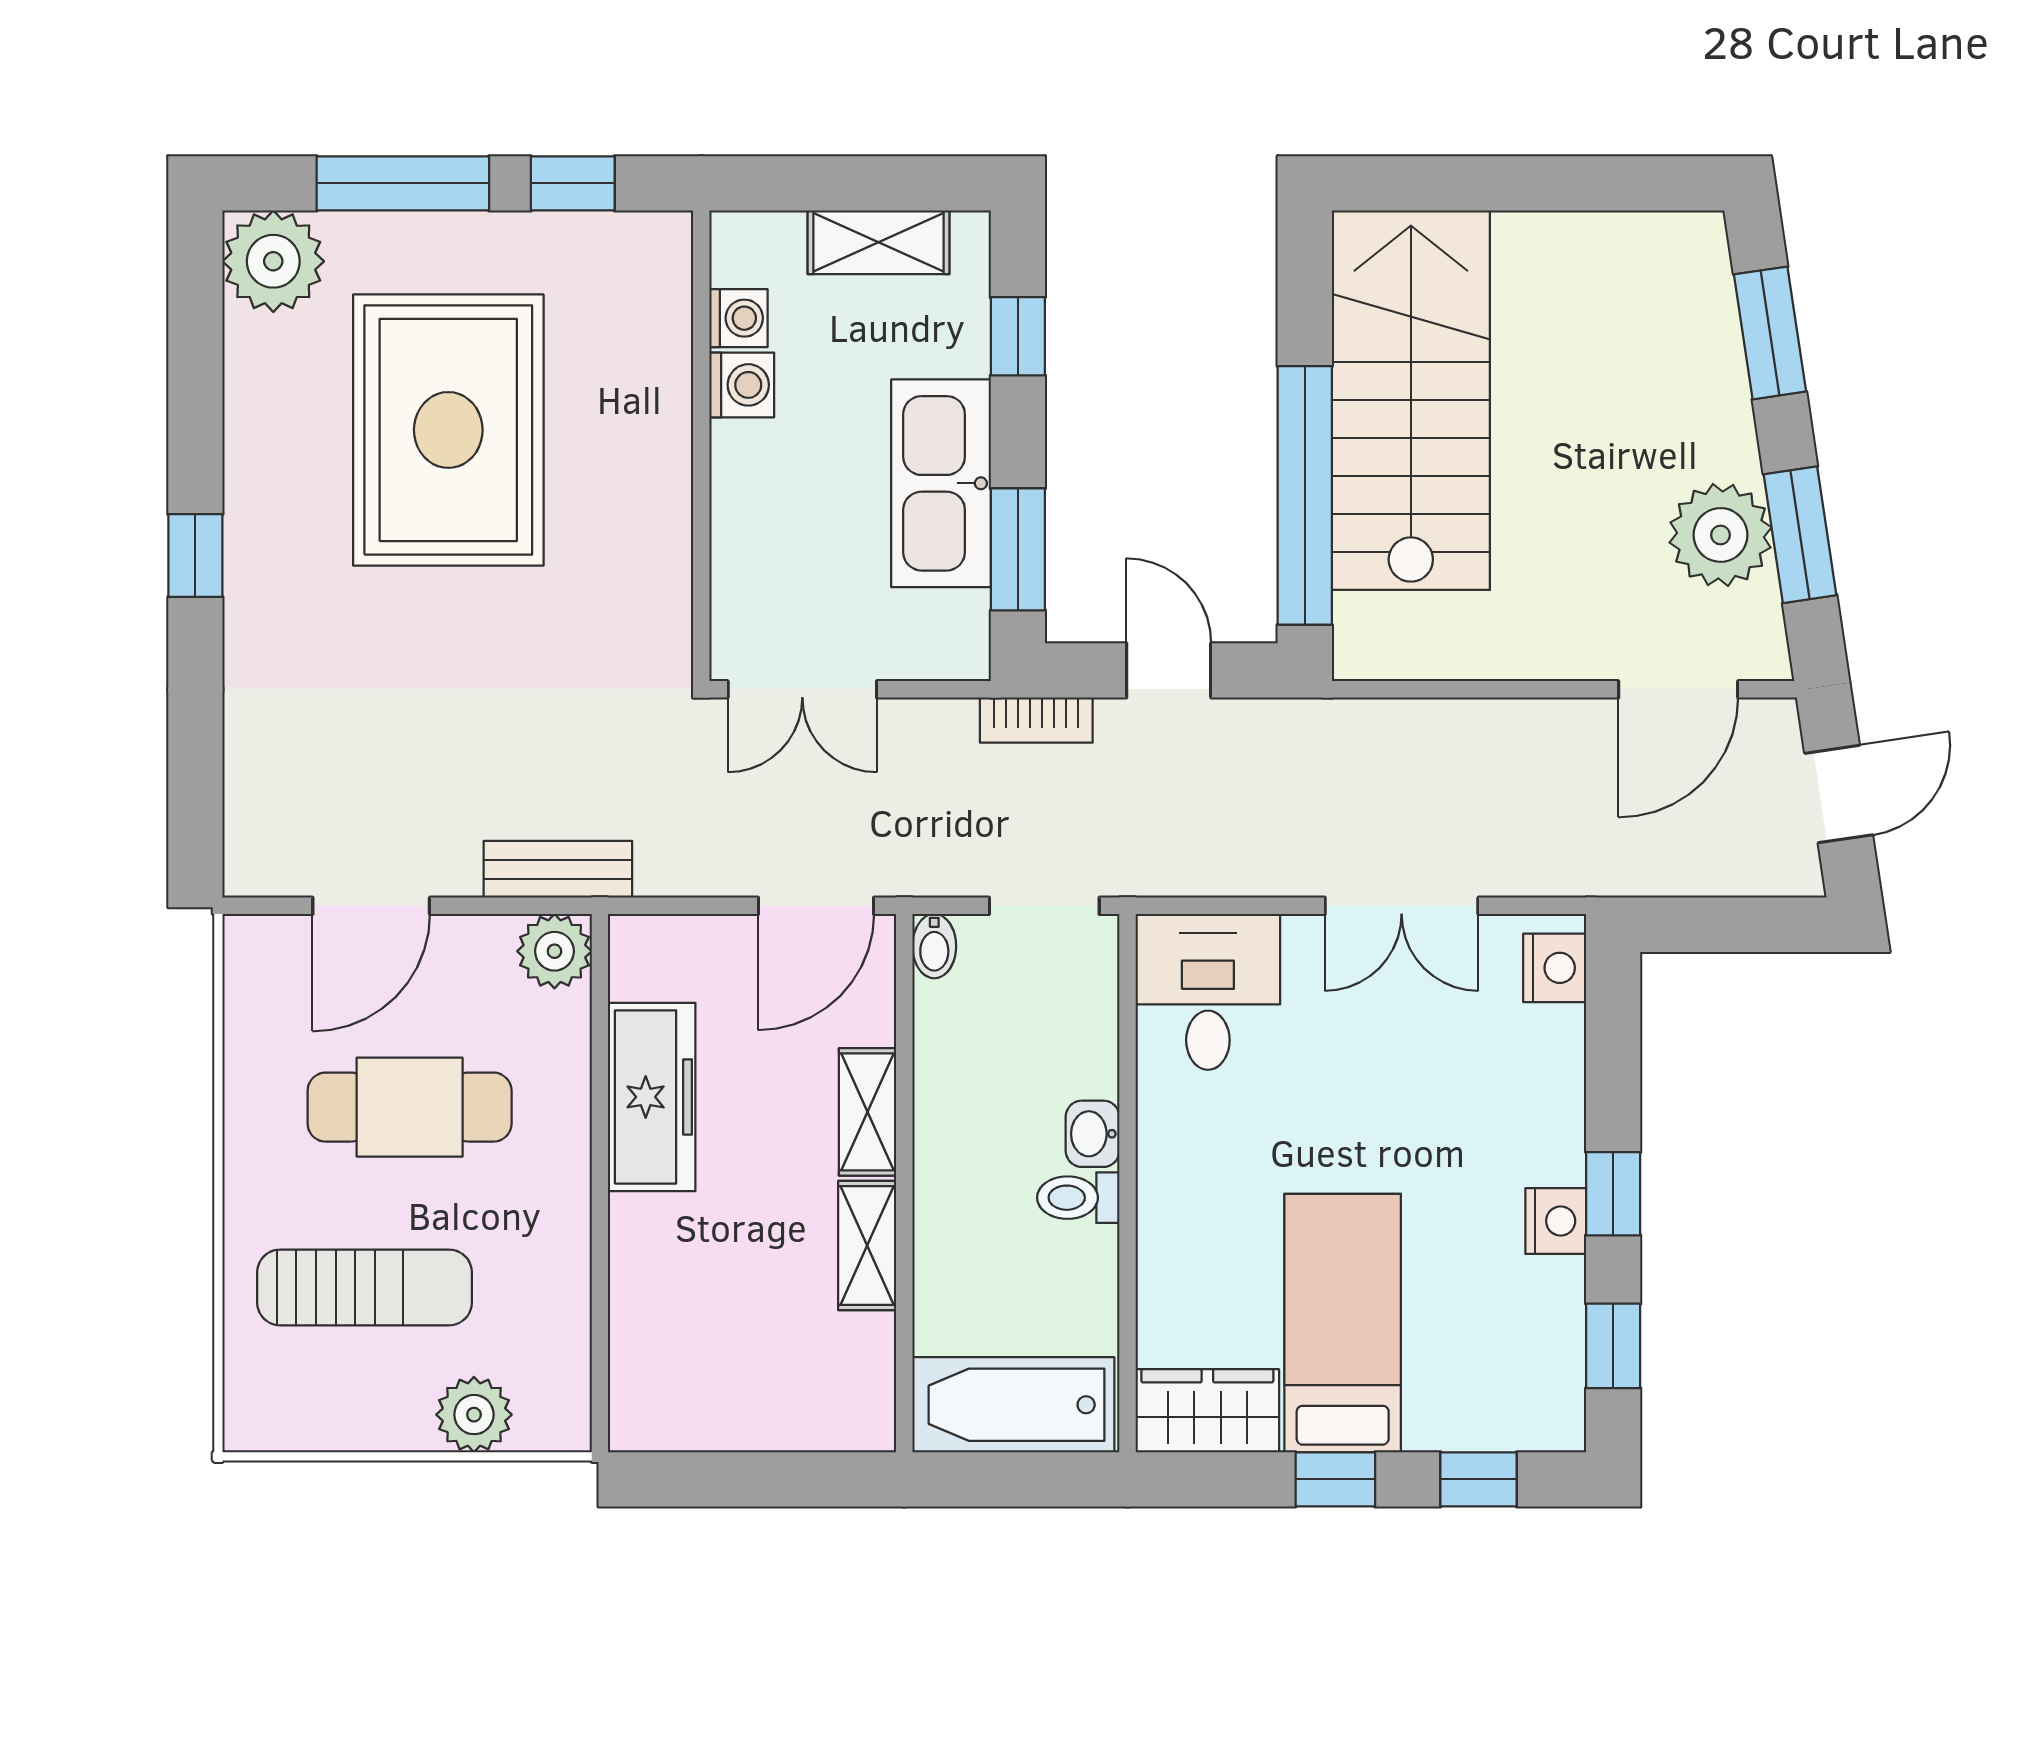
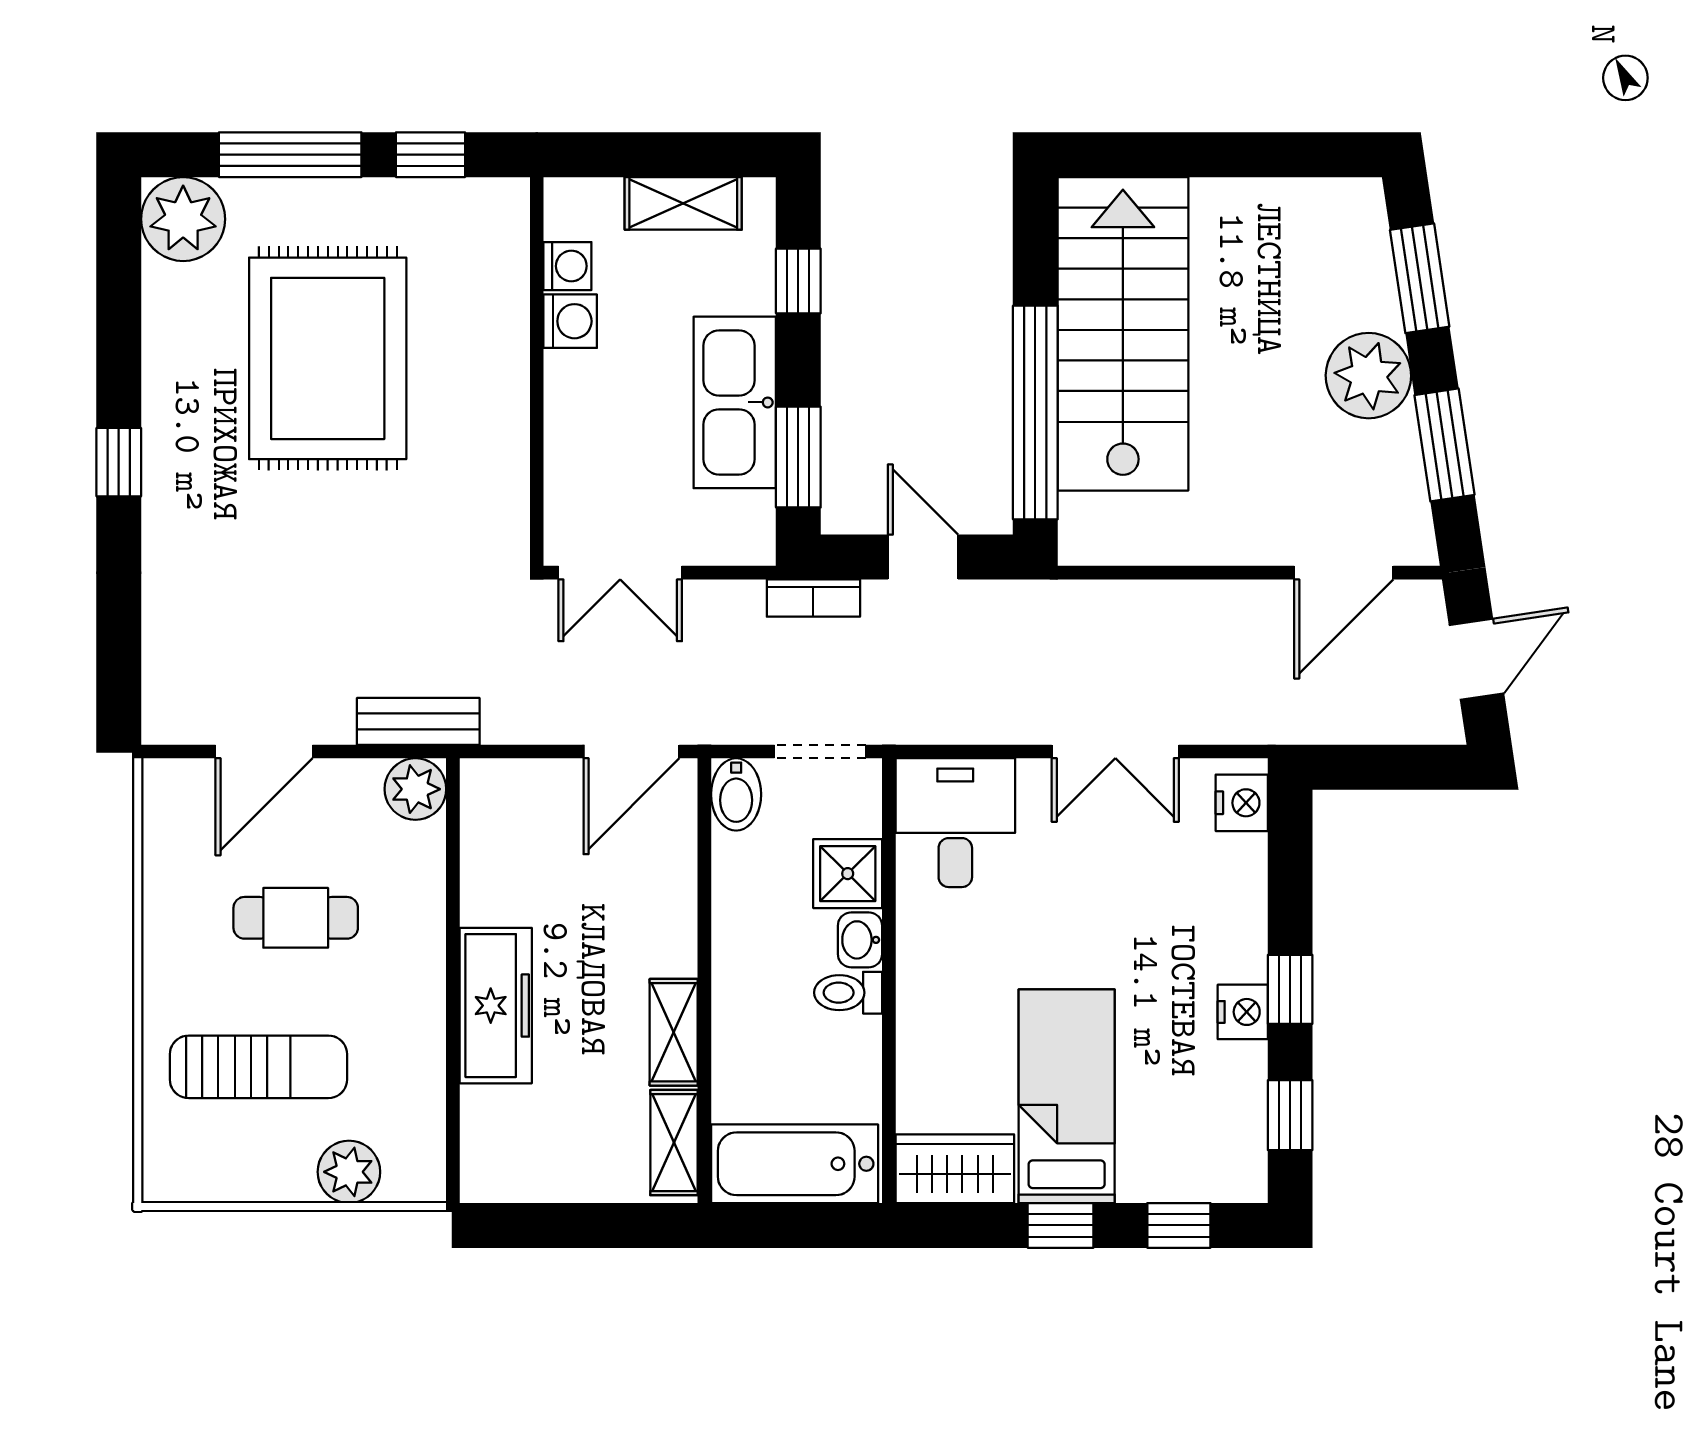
plant: (1720, 535) -> (1368, 376), moved
bidet: (934, 946) -> (736, 794), width x1.38, depth x1.36
shower: (1078, 1054) -> (848, 874), added
freezer: (652, 1097) -> (496, 1006), moved
cafe table: (410, 1107) -> (296, 918), width x0.73, depth x0.74
shelving: (867, 1112) -> (674, 1143), moved

